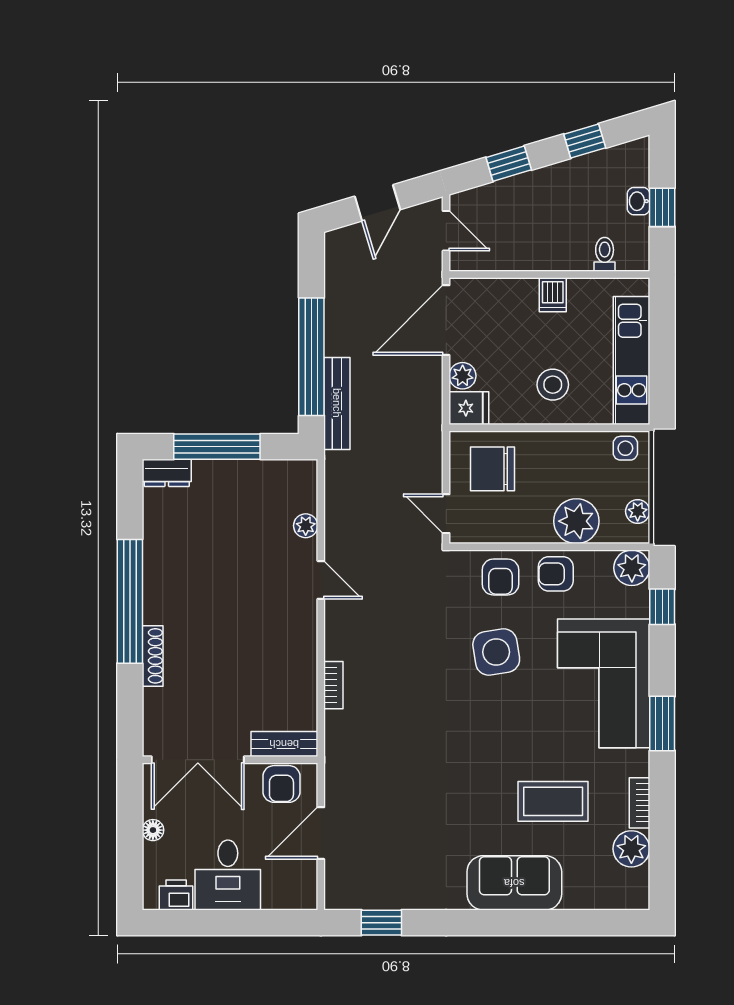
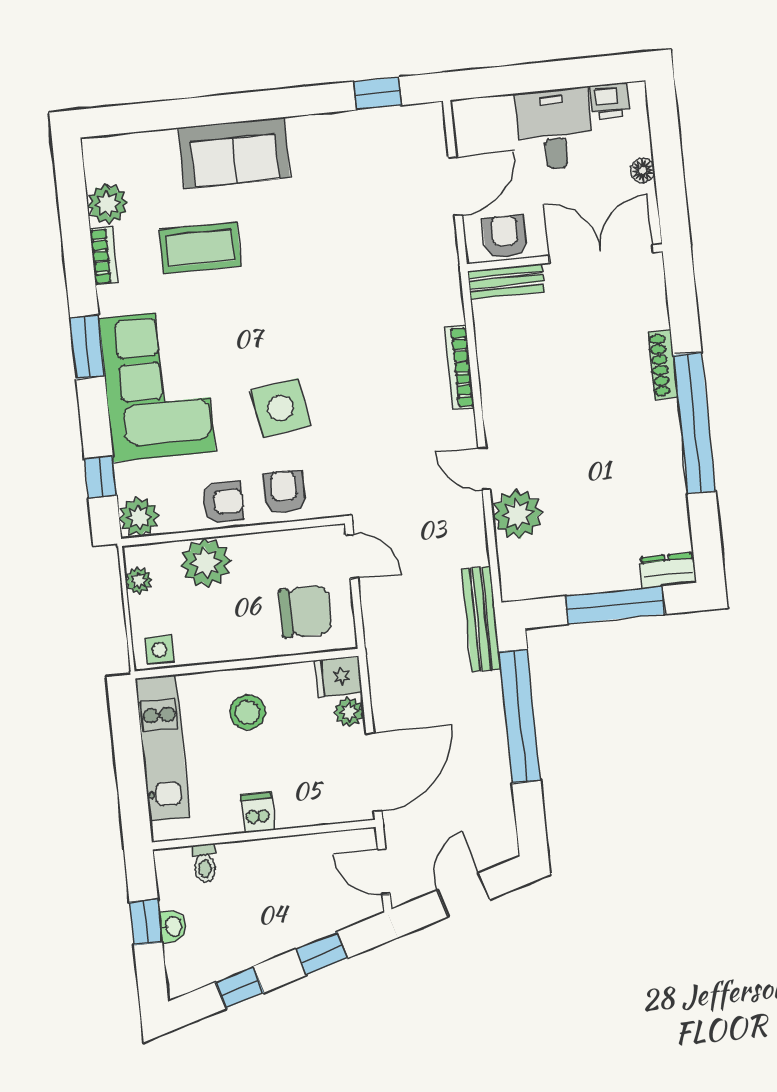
bench: (337, 403) -> (481, 619), moved
plant: (306, 526) -> (518, 514), width x1.87, depth x1.87
bookcase: (333, 685) -> (460, 368), width x1.56

